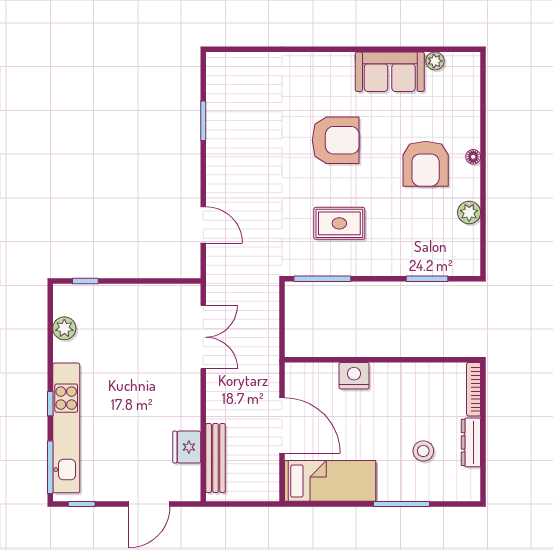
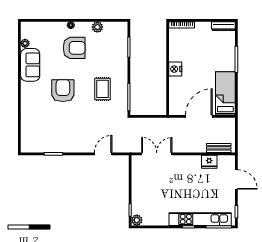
plant: (64, 328) -> (137, 220), moved
nightstand: (354, 376) -> (175, 69), moved
dresser: (471, 442) -> (223, 26), moved
stool: (423, 451) -> (211, 49), removed
bench: (216, 458) -> (219, 148), width x0.73

